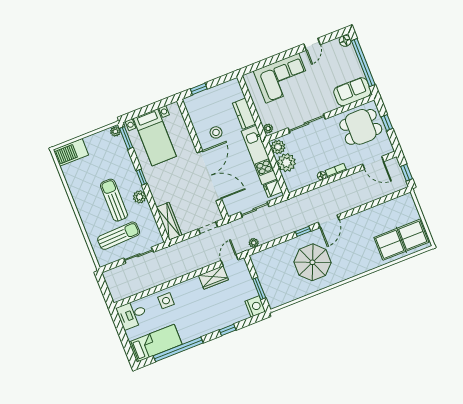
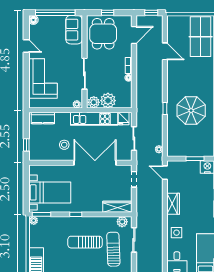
kitchen counter: (244, 114) -> (43, 118), moved
plant: (140, 197) -> (122, 222), moved
door: (329, 221) -> (165, 51), moved
wardrobe: (213, 278) -> (173, 204), moved

